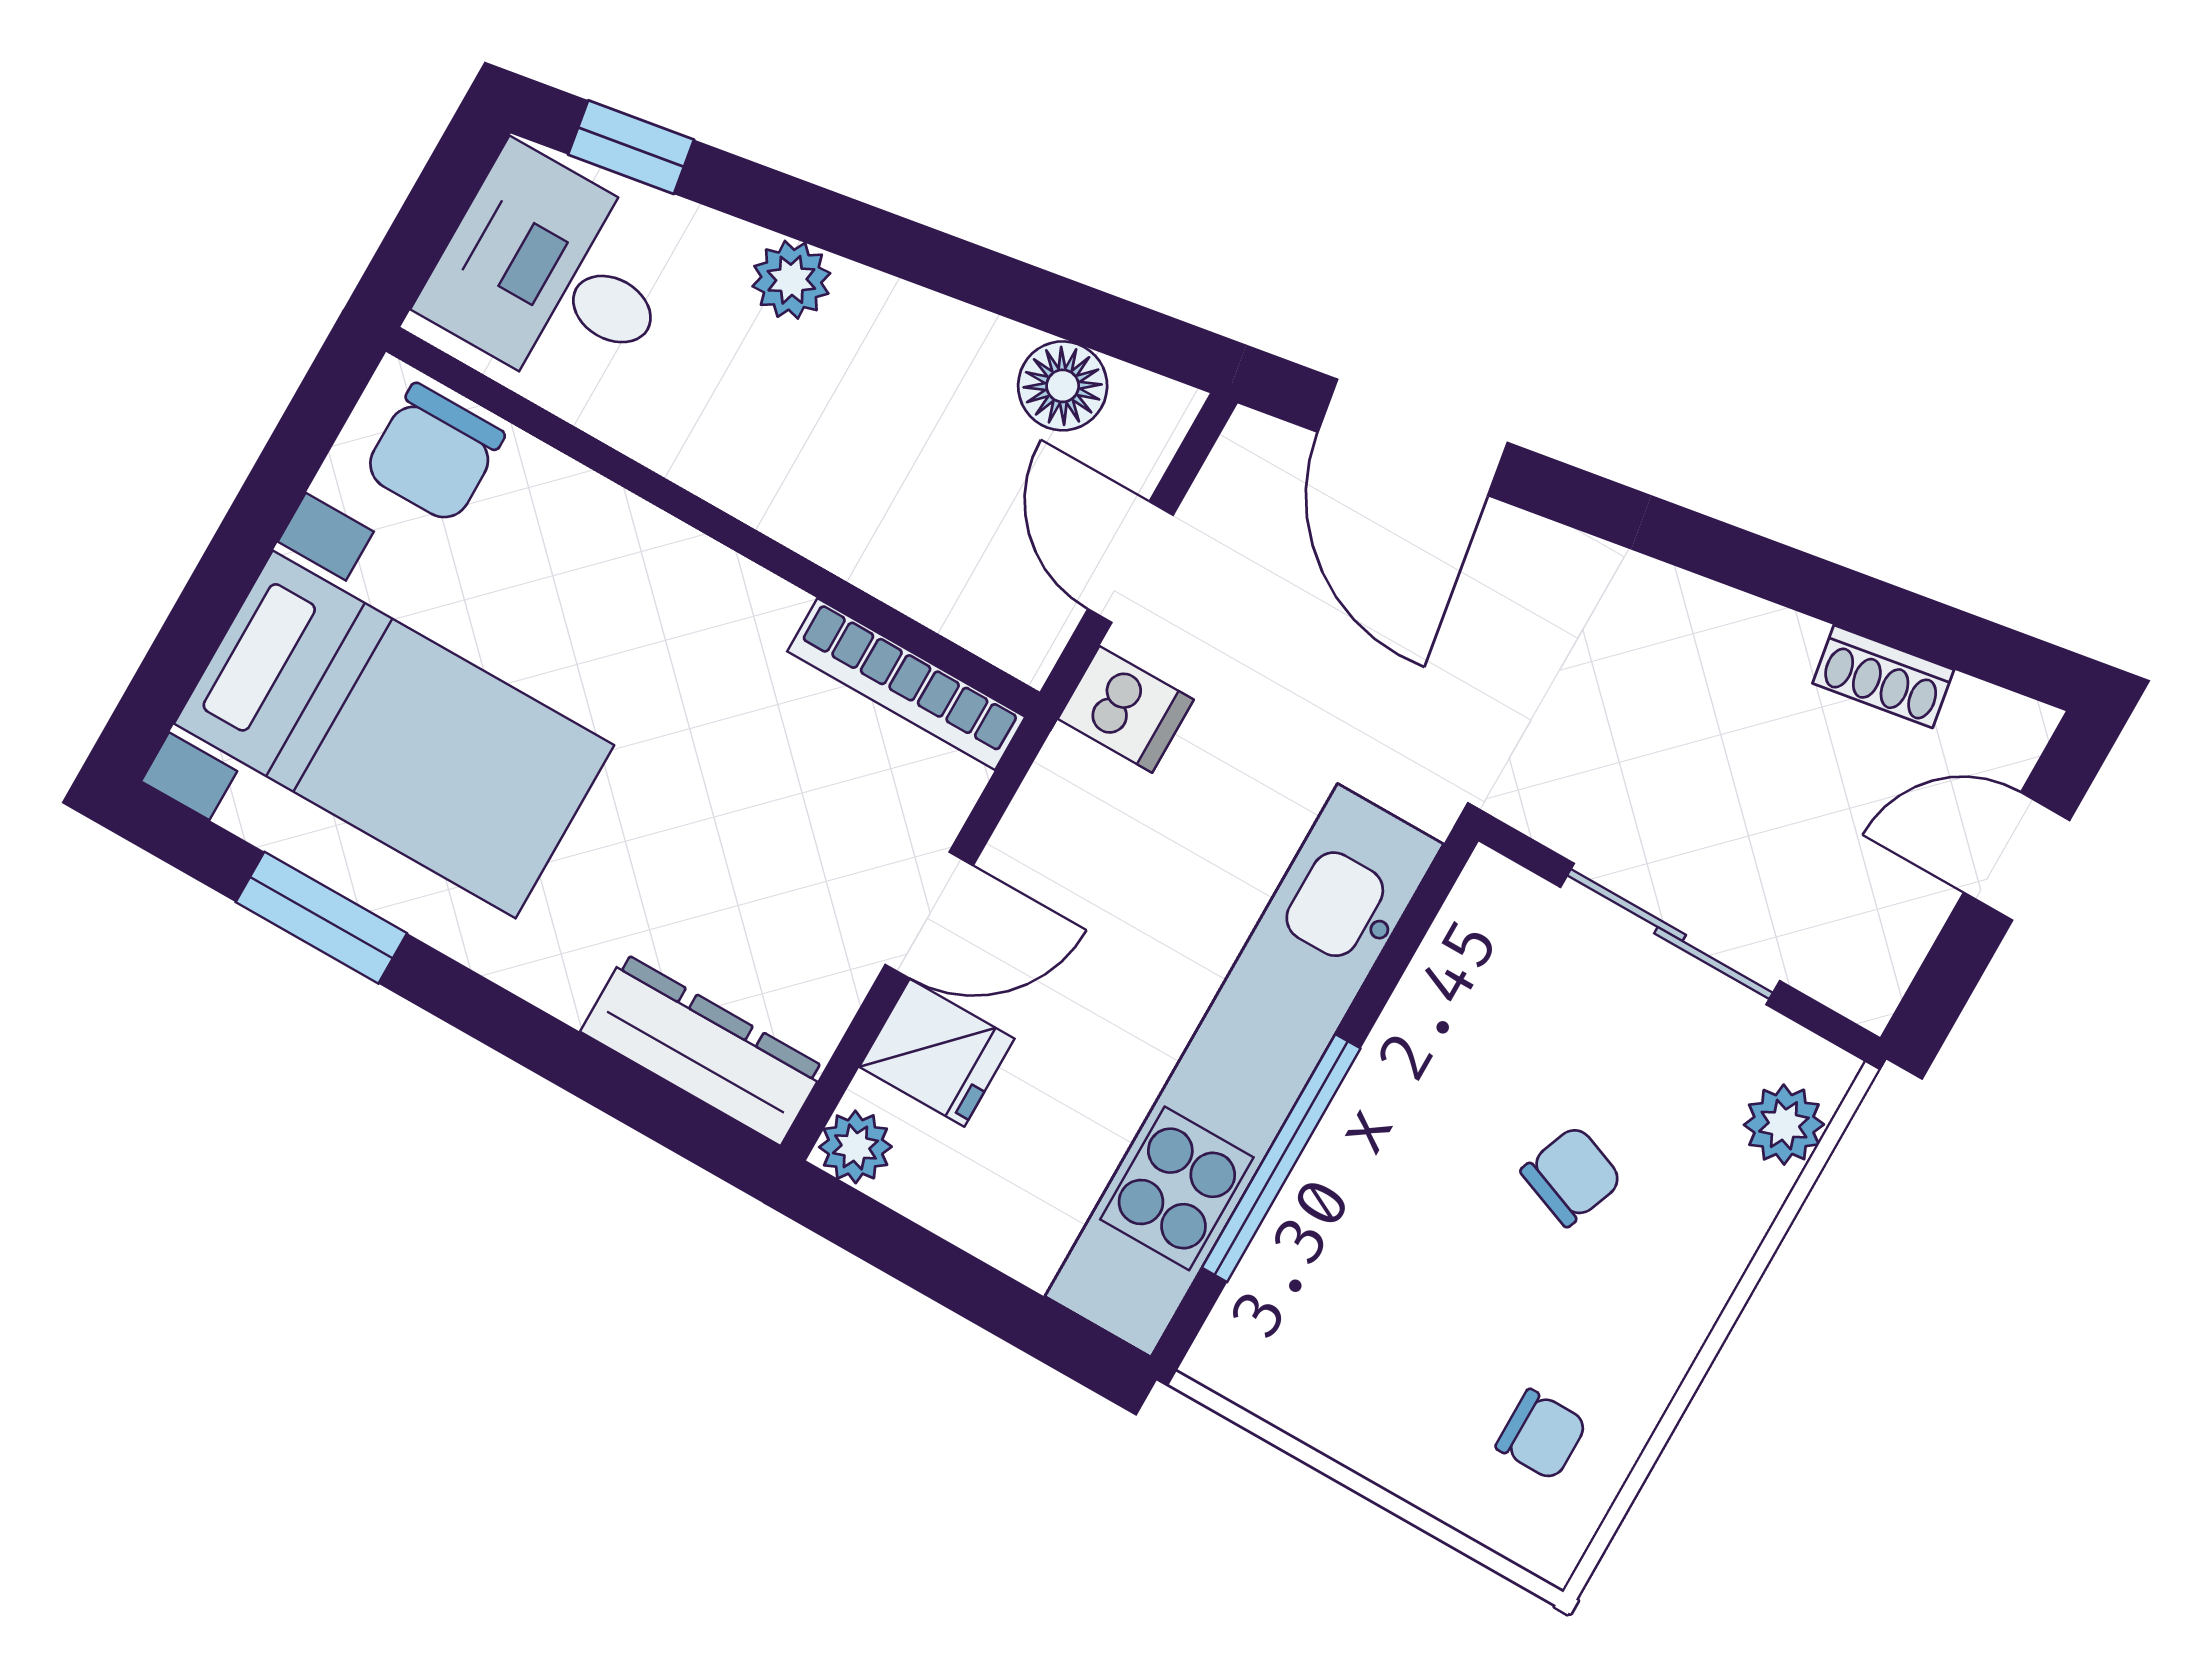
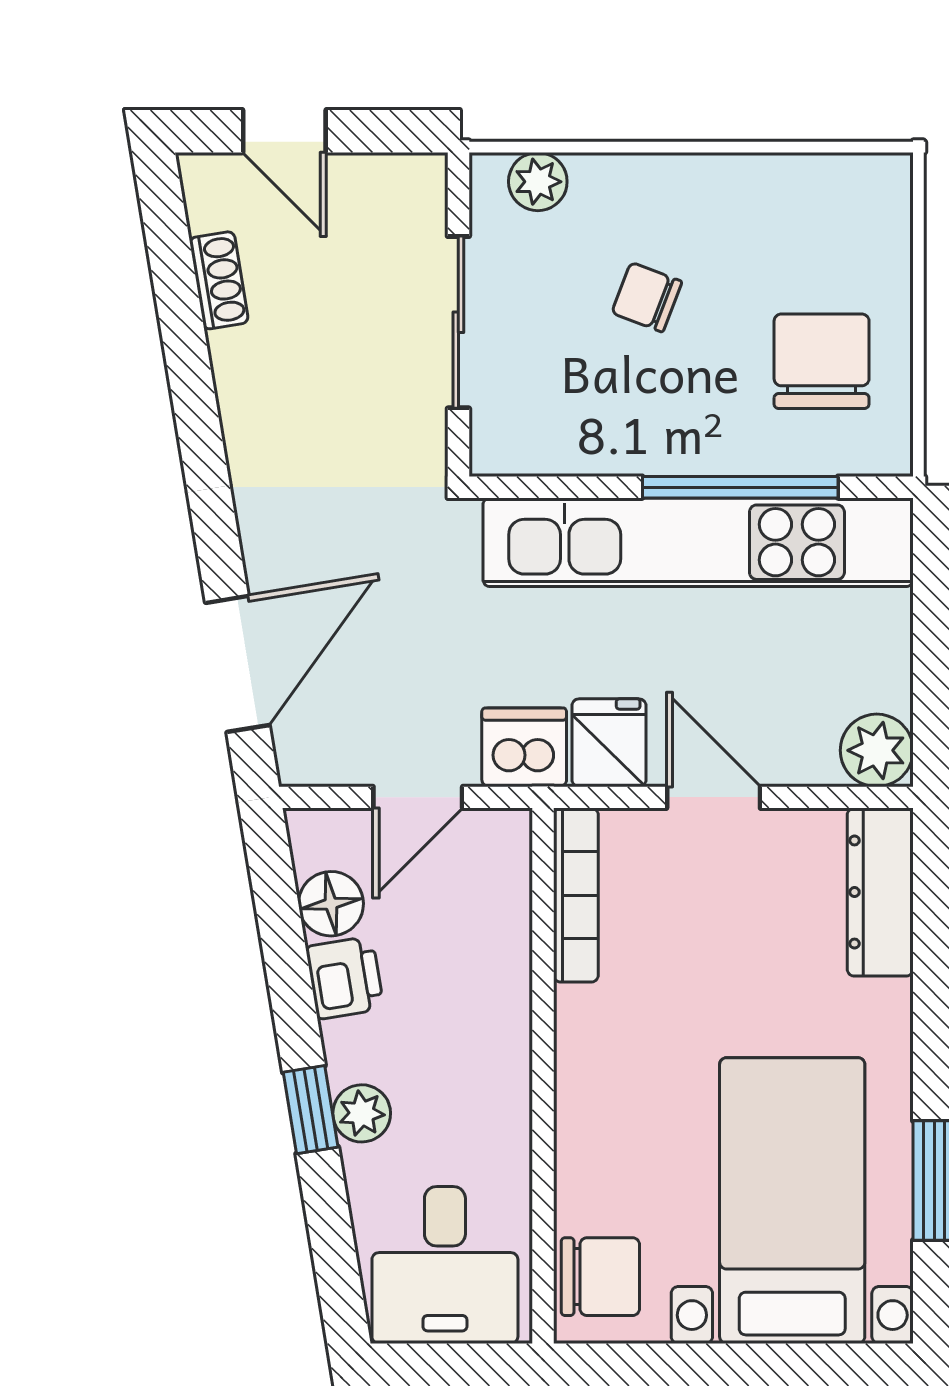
window: (631, 147) -> (311, 1110), moved
printer: (965, 352) -> (345, 978), added
dishwasher: (1126, 709) -> (524, 747), width x1.38
fridge: (937, 1053) -> (609, 743), moved
plant: (855, 1147) -> (877, 750), width x1.38, depth x1.38
chair: (1542, 1435) -> (822, 361), moved, width x1.87, depth x1.87

